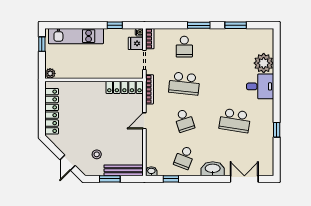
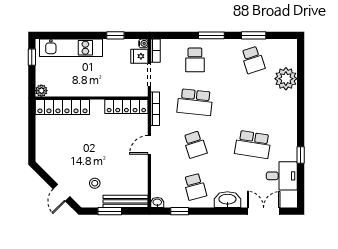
school desk: (235, 47) -> (253, 60), added
desk: (260, 86) -> (282, 176), moved
locker: (52, 111) -> (62, 107), moved, turned 90
school desk: (184, 157) -> (195, 187), turned -36

